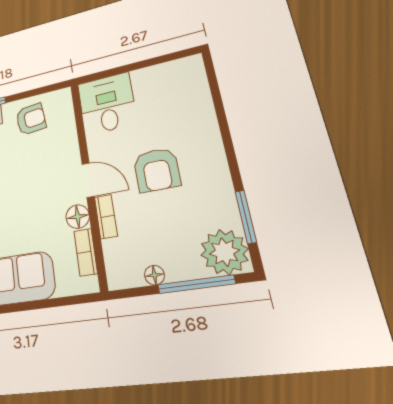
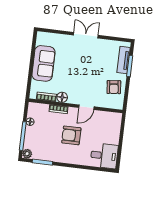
desk: (107, 104) -> (104, 156), moved
door: (88, 180) -> (86, 107), moved
plant: (224, 252) -> (27, 154), width x0.53, depth x0.53

